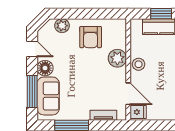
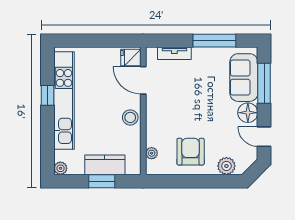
plant: (117, 58) -> (152, 153), moved, width x0.53, depth x0.53

